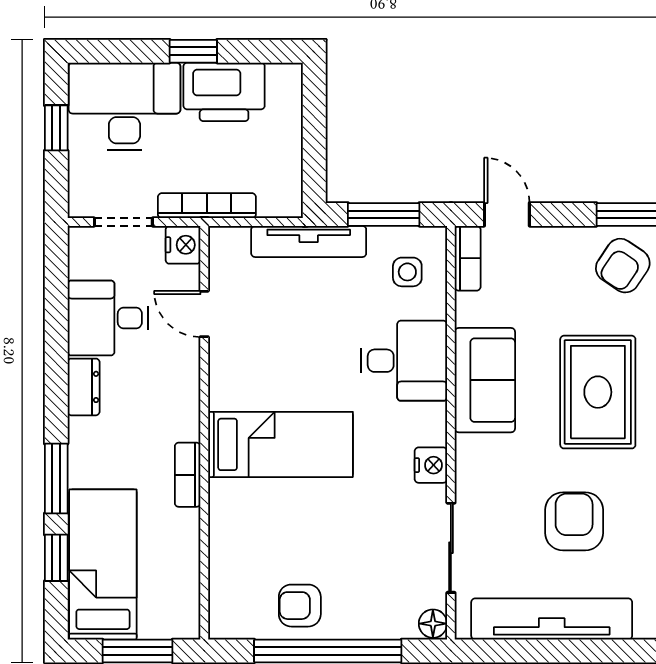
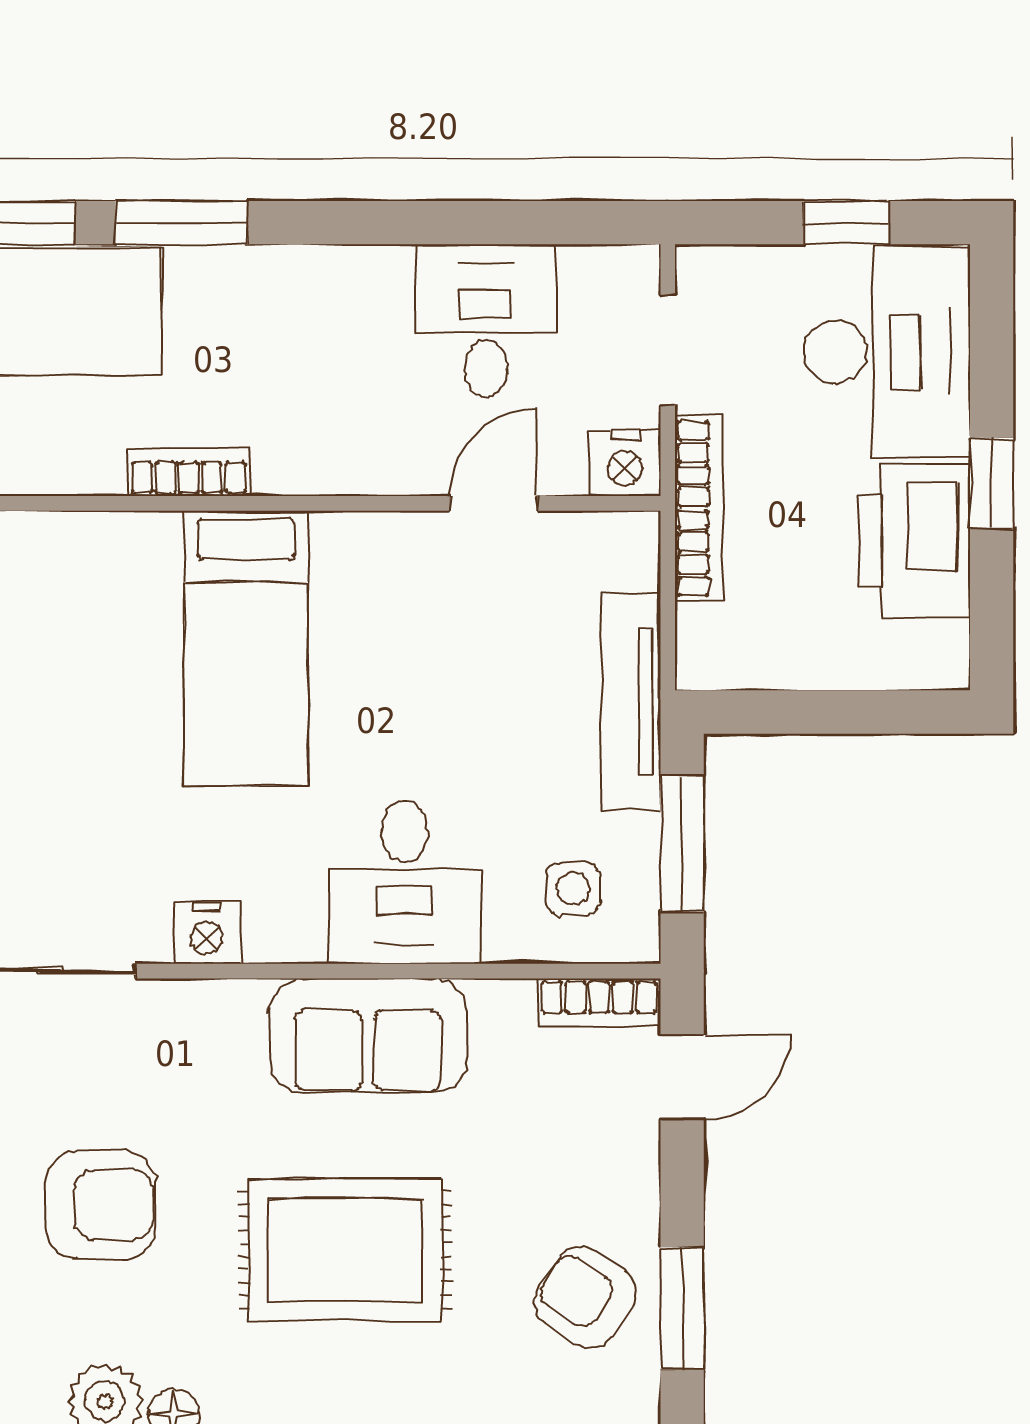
dresser: (84, 387) -> (355, 275), removed

